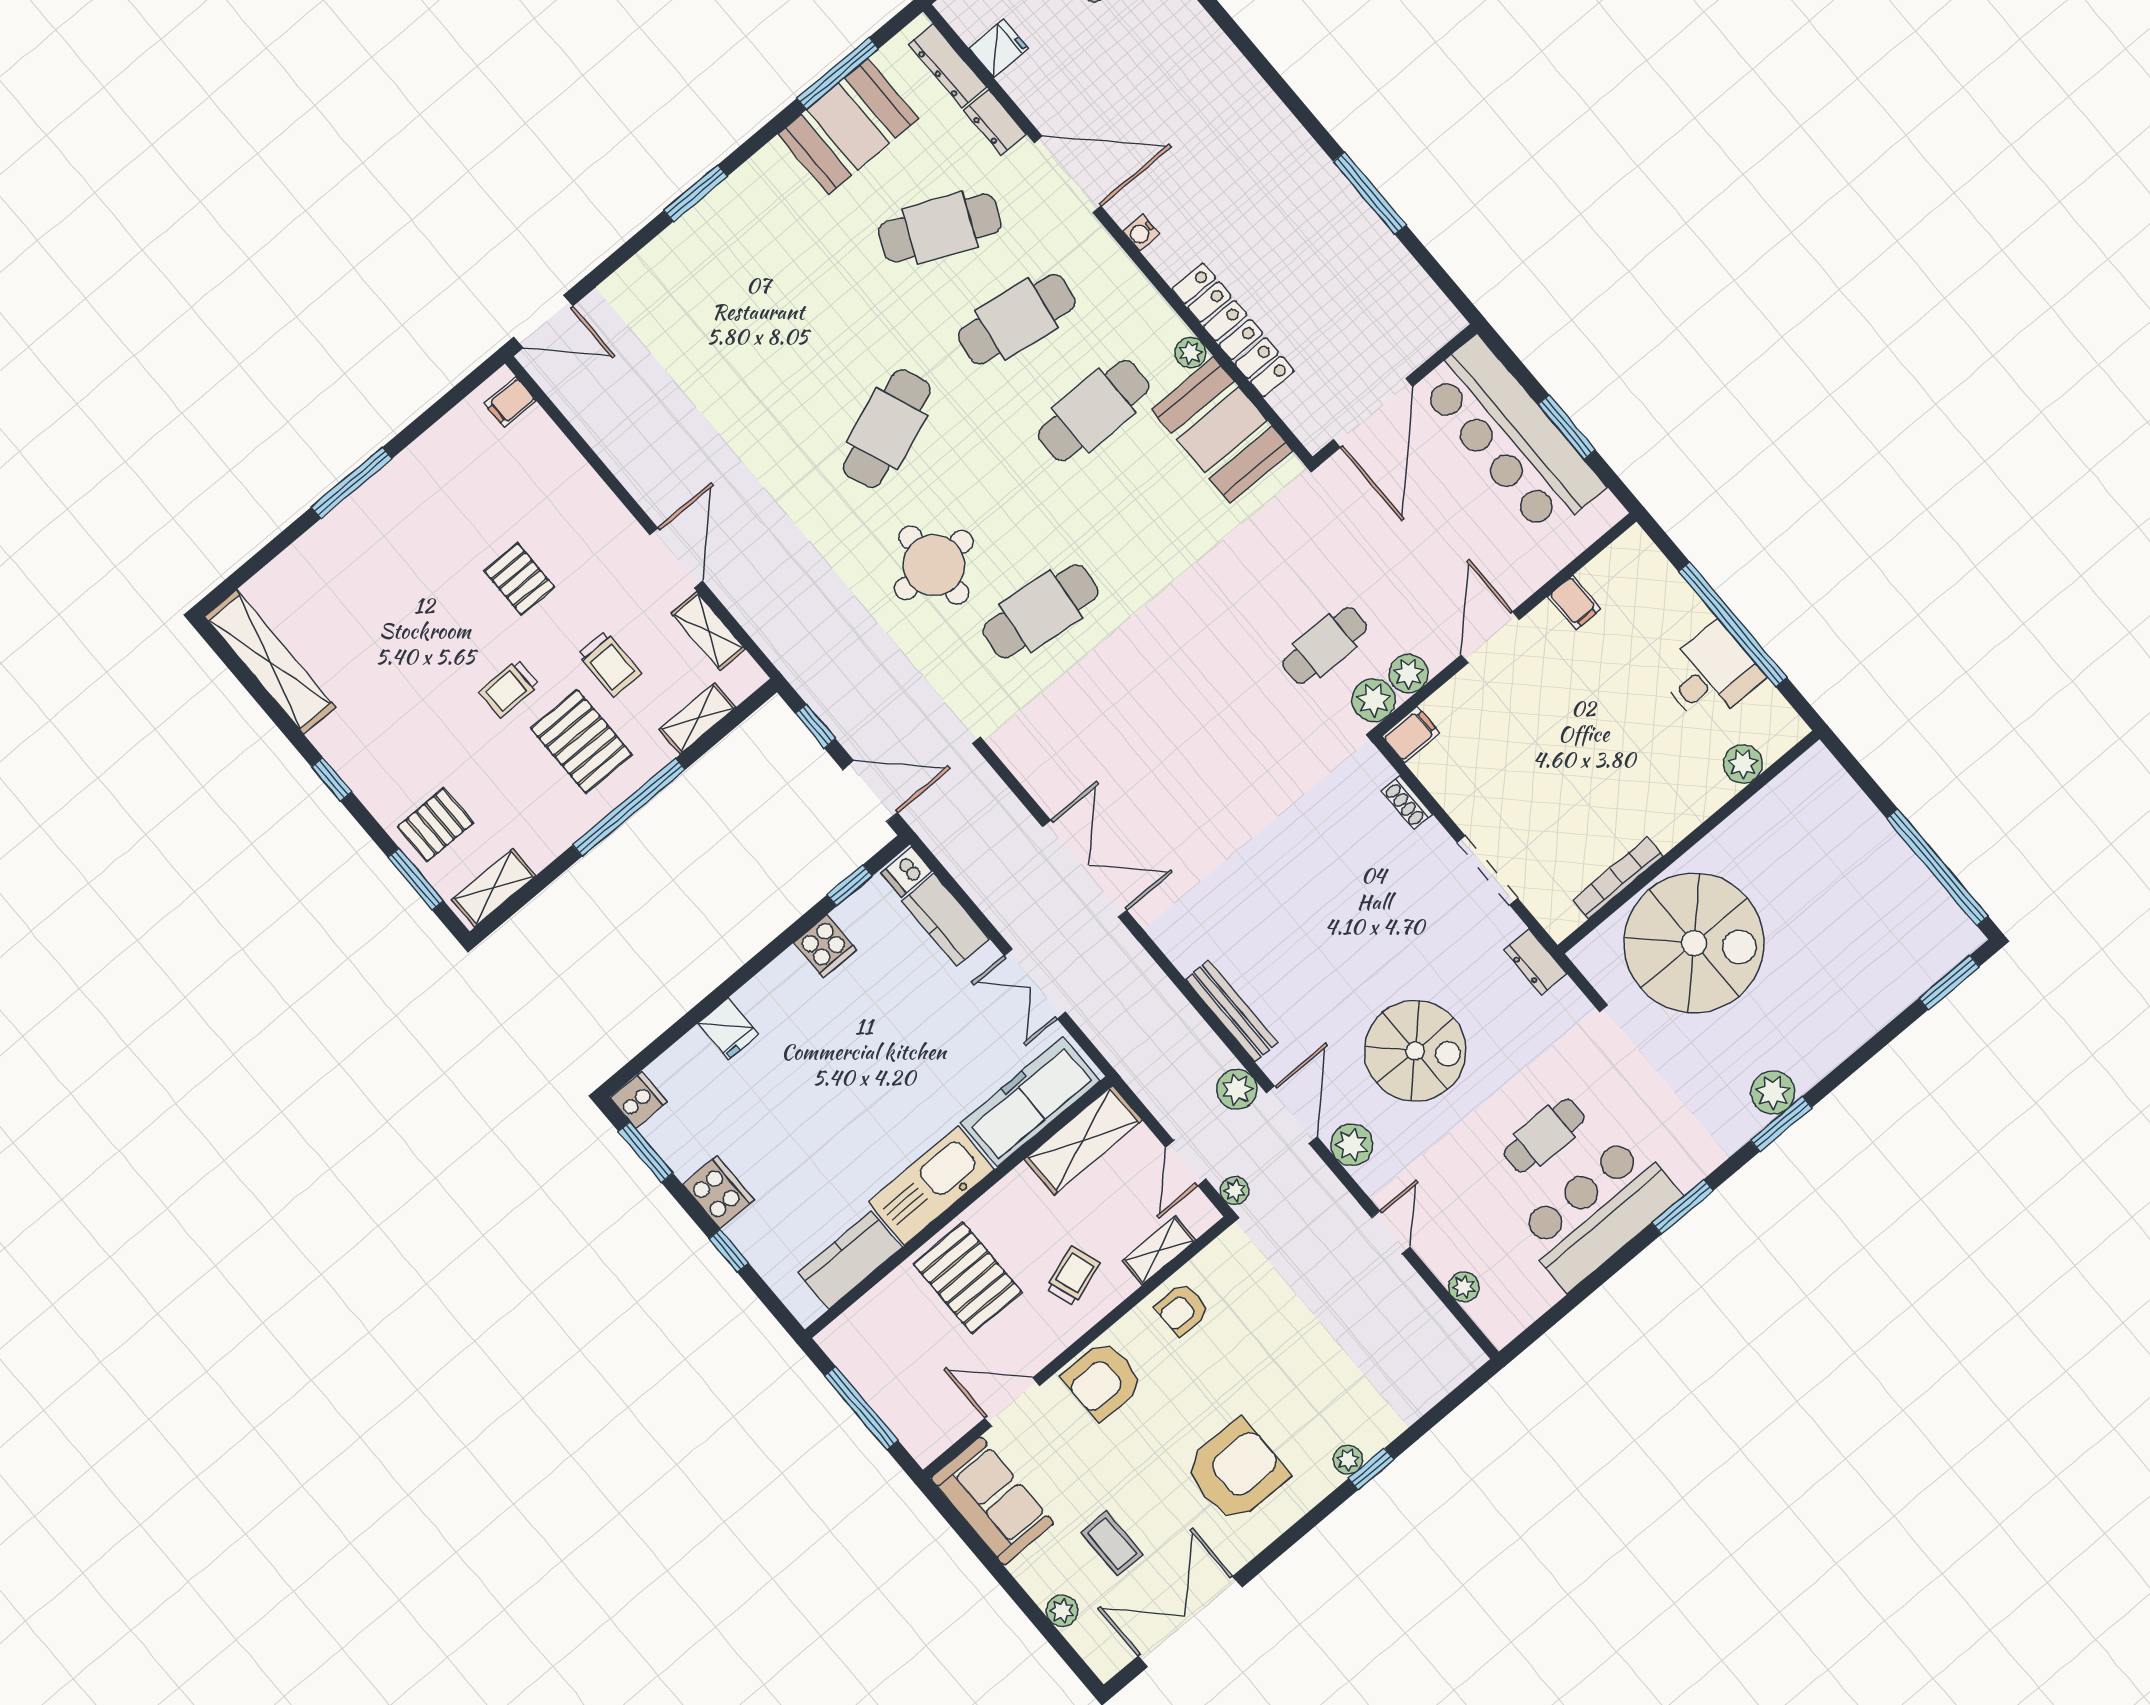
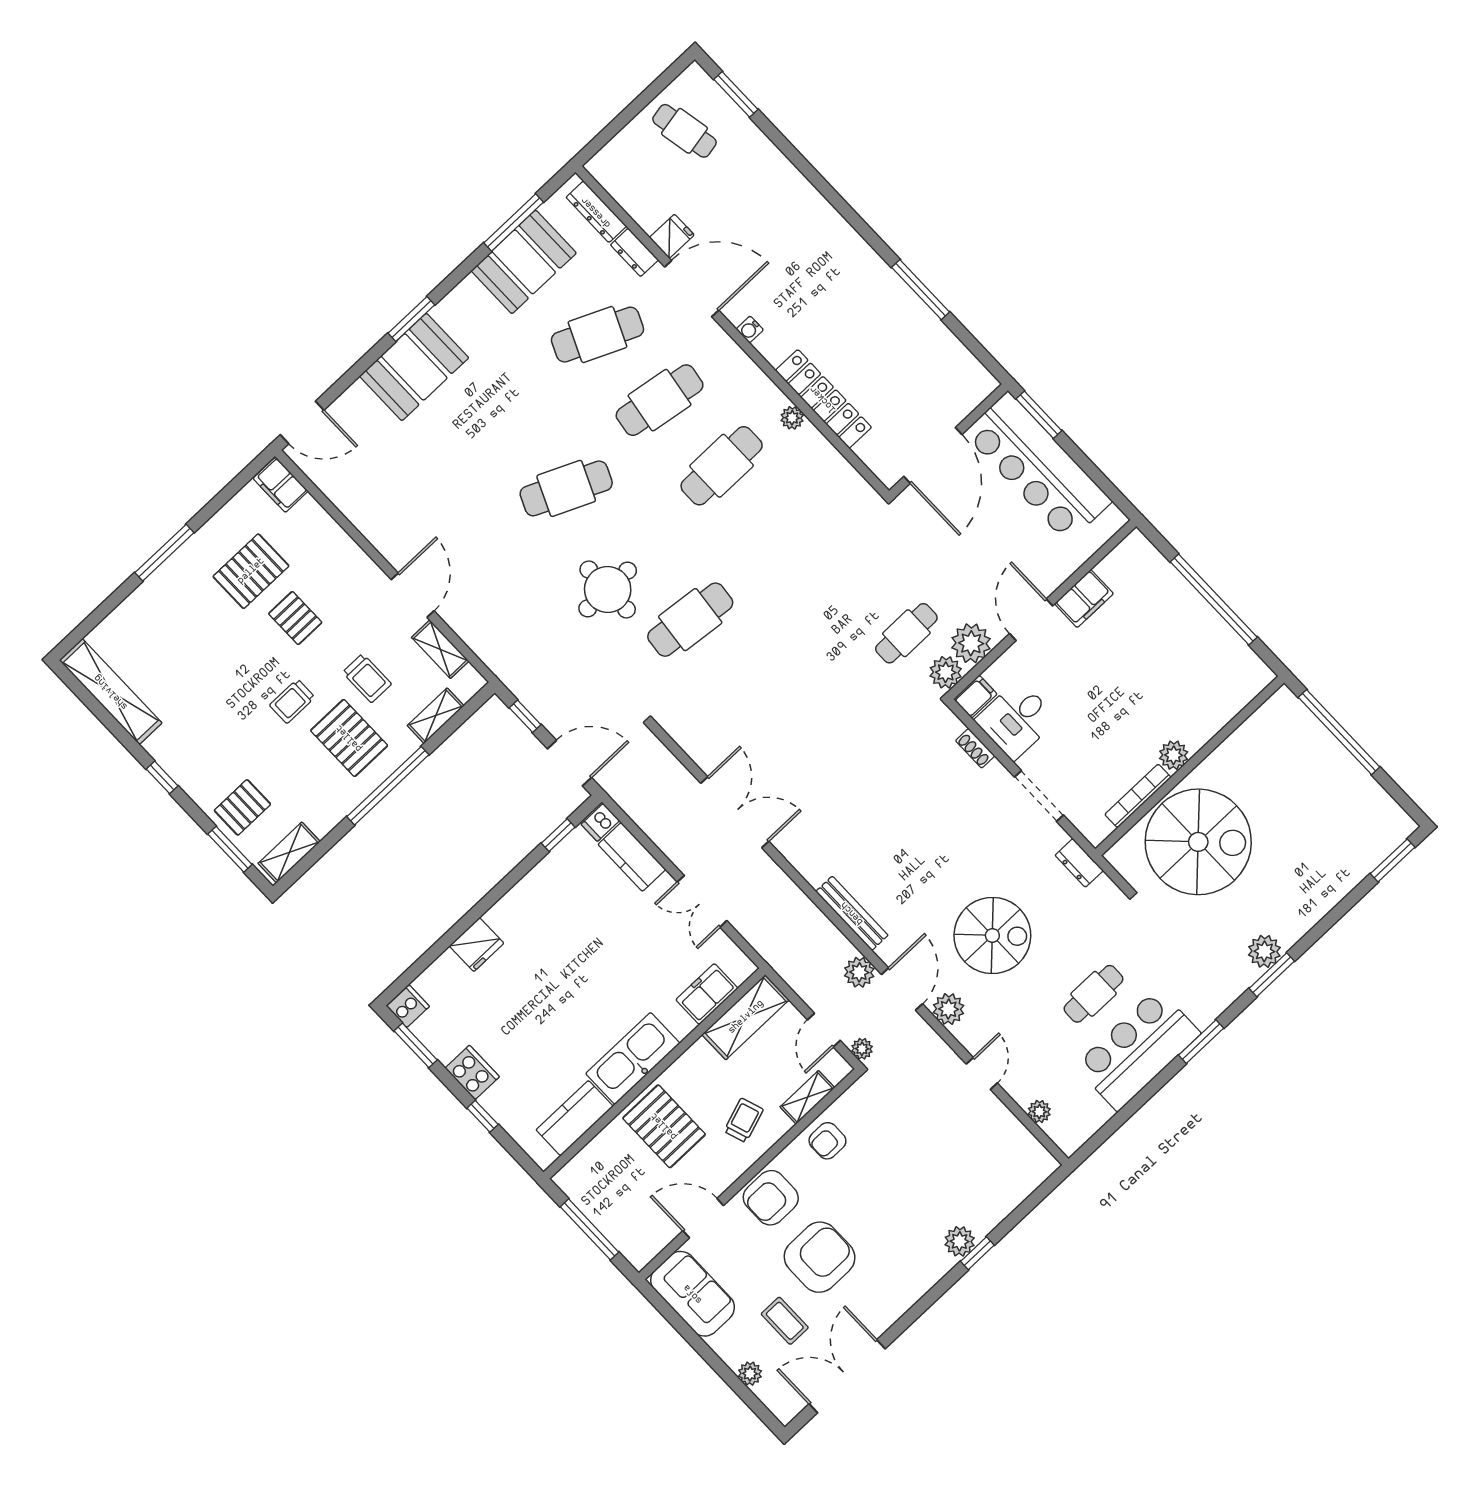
fridge: (999, 48) -> (672, 236), moved
filing cabinet: (510, 402) -> (281, 485), width x2.00
window: (1567, 427) -> (1039, 415), moved
cafe table: (887, 429) -> (566, 488), turned 45
booth: (1222, 430) -> (414, 367), moved, turned 90
pallet: (465, 514) -> (251, 571), added
filing cabinet: (1574, 603) -> (1084, 599), width x2.00
plant: (1408, 674) -> (971, 643), width x1.36, depth x1.36
desk: (1711, 674) -> (1016, 720), moved, turned 180
plant: (1743, 764) -> (1174, 755), moved
window: (1937, 867) -> (1339, 732), moved
cooker: (825, 946) -> (542, 882), removed
fridge: (728, 1029) -> (477, 945), width x1.38
freezer: (1030, 1102) -> (707, 994), width x0.52, depth x0.79
plant: (1348, 1460) -> (960, 1241), width x1.38, depth x1.38
armchair: (1236, 1471) -> (820, 1257), moved

